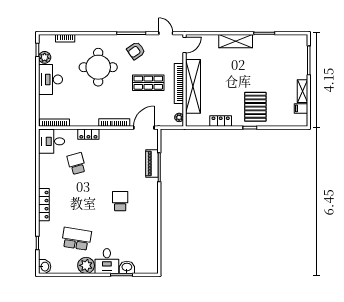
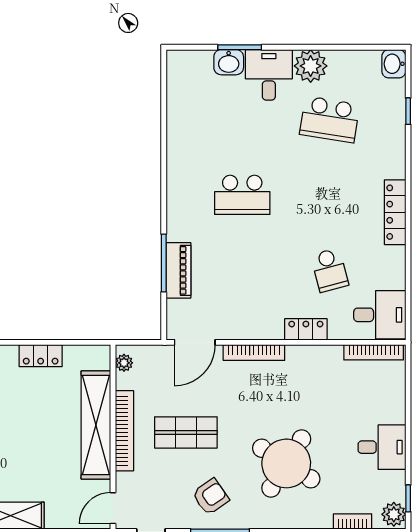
plant: (45, 57) -> (394, 514), moved
round table: (98, 67) -> (286, 463), turned 32
desk: (50, 79) -> (382, 447), width x0.73
school desk: (120, 201) -> (242, 195), width x1.85
locker: (44, 205) -> (395, 212), moved

